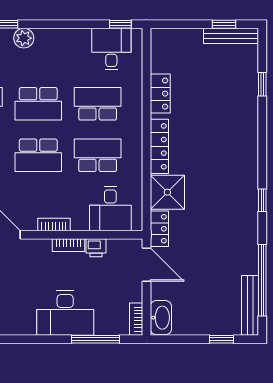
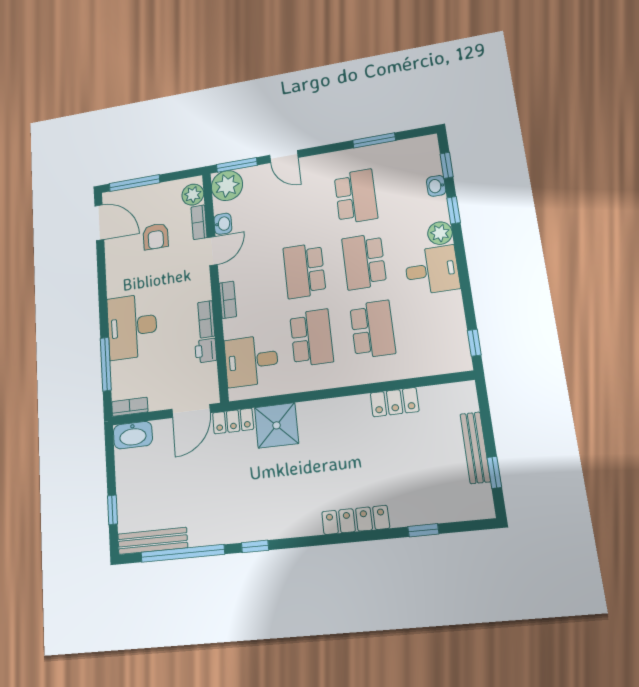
bench: (231, 36) -> (475, 448), moved
desk: (111, 49) -> (432, 270), moved
locker: (159, 146) -> (355, 520), moved, turned 180
window: (262, 200) -> (255, 546), moved

